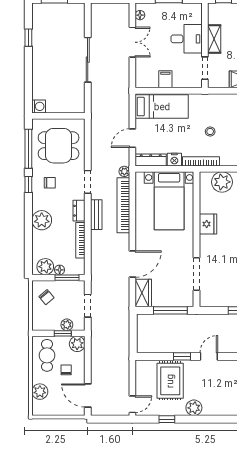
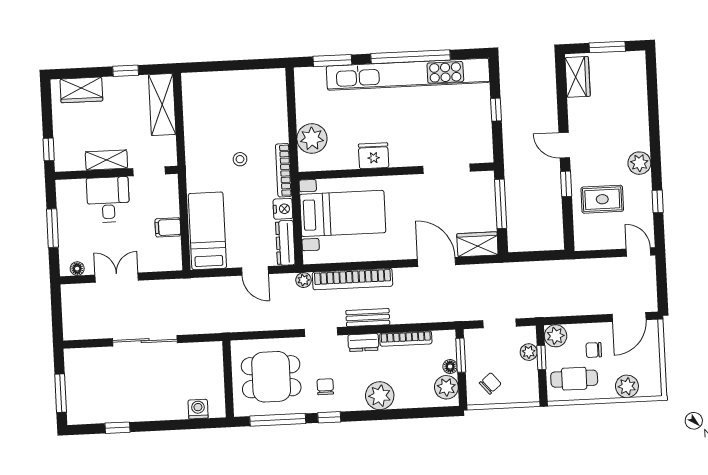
washing machine: (39, 106) -> (198, 409), moved
dining table: (59, 146) -> (271, 377), turned 90
rug: (170, 381) -> (602, 199), width x0.73, depth x0.70

